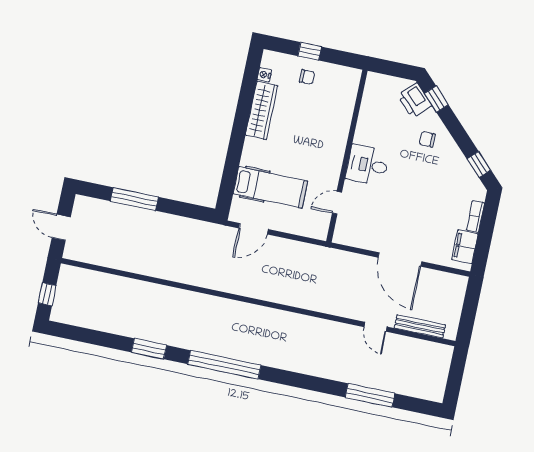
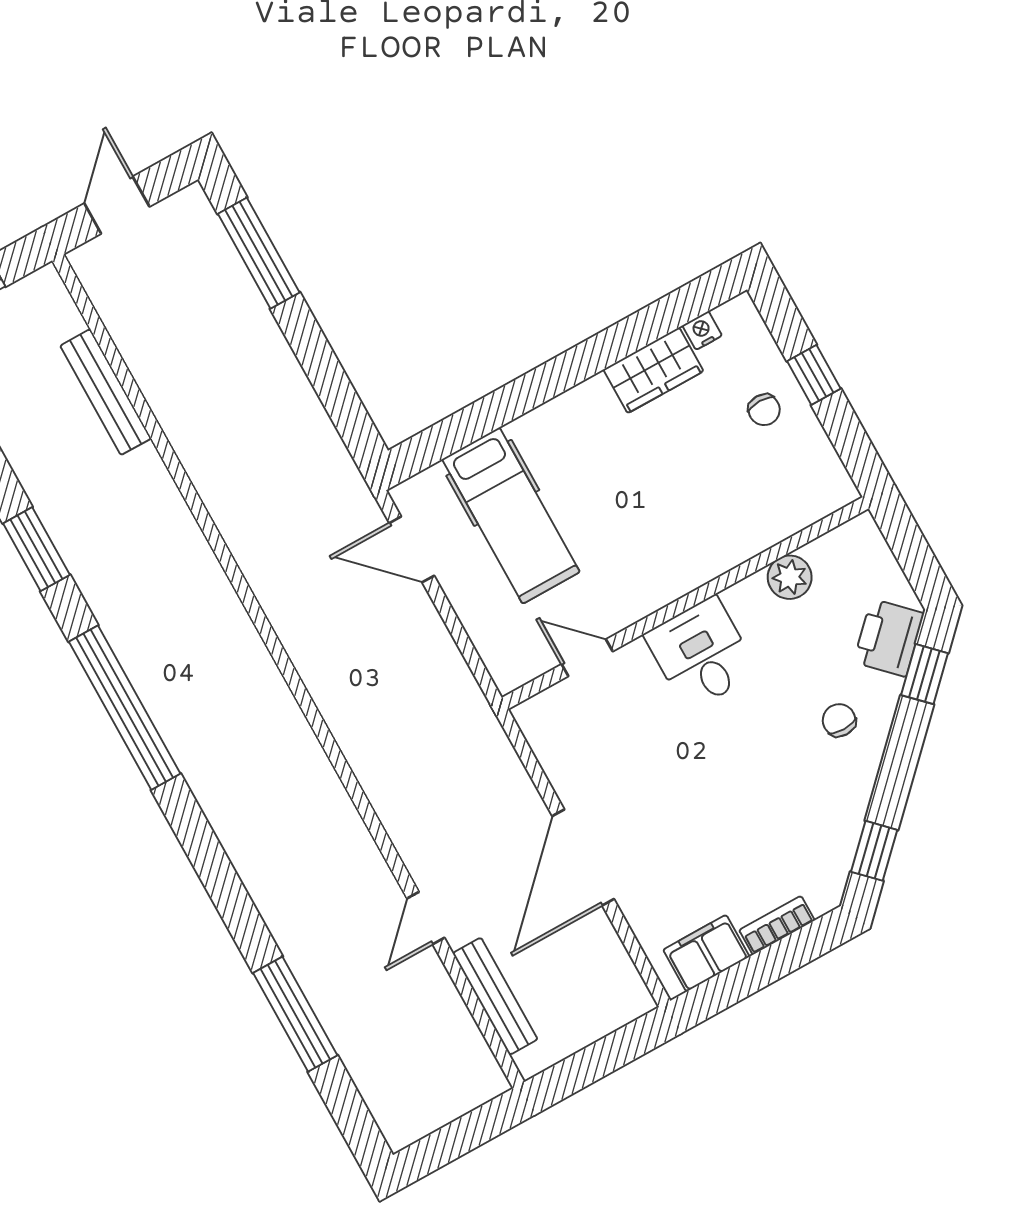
wardrobe: (262, 110) -> (653, 370), width x0.67
plant: (368, 115) -> (790, 577), added
window: (134, 199) -> (259, 253), moved
bench: (118, 283) -> (106, 392), added

